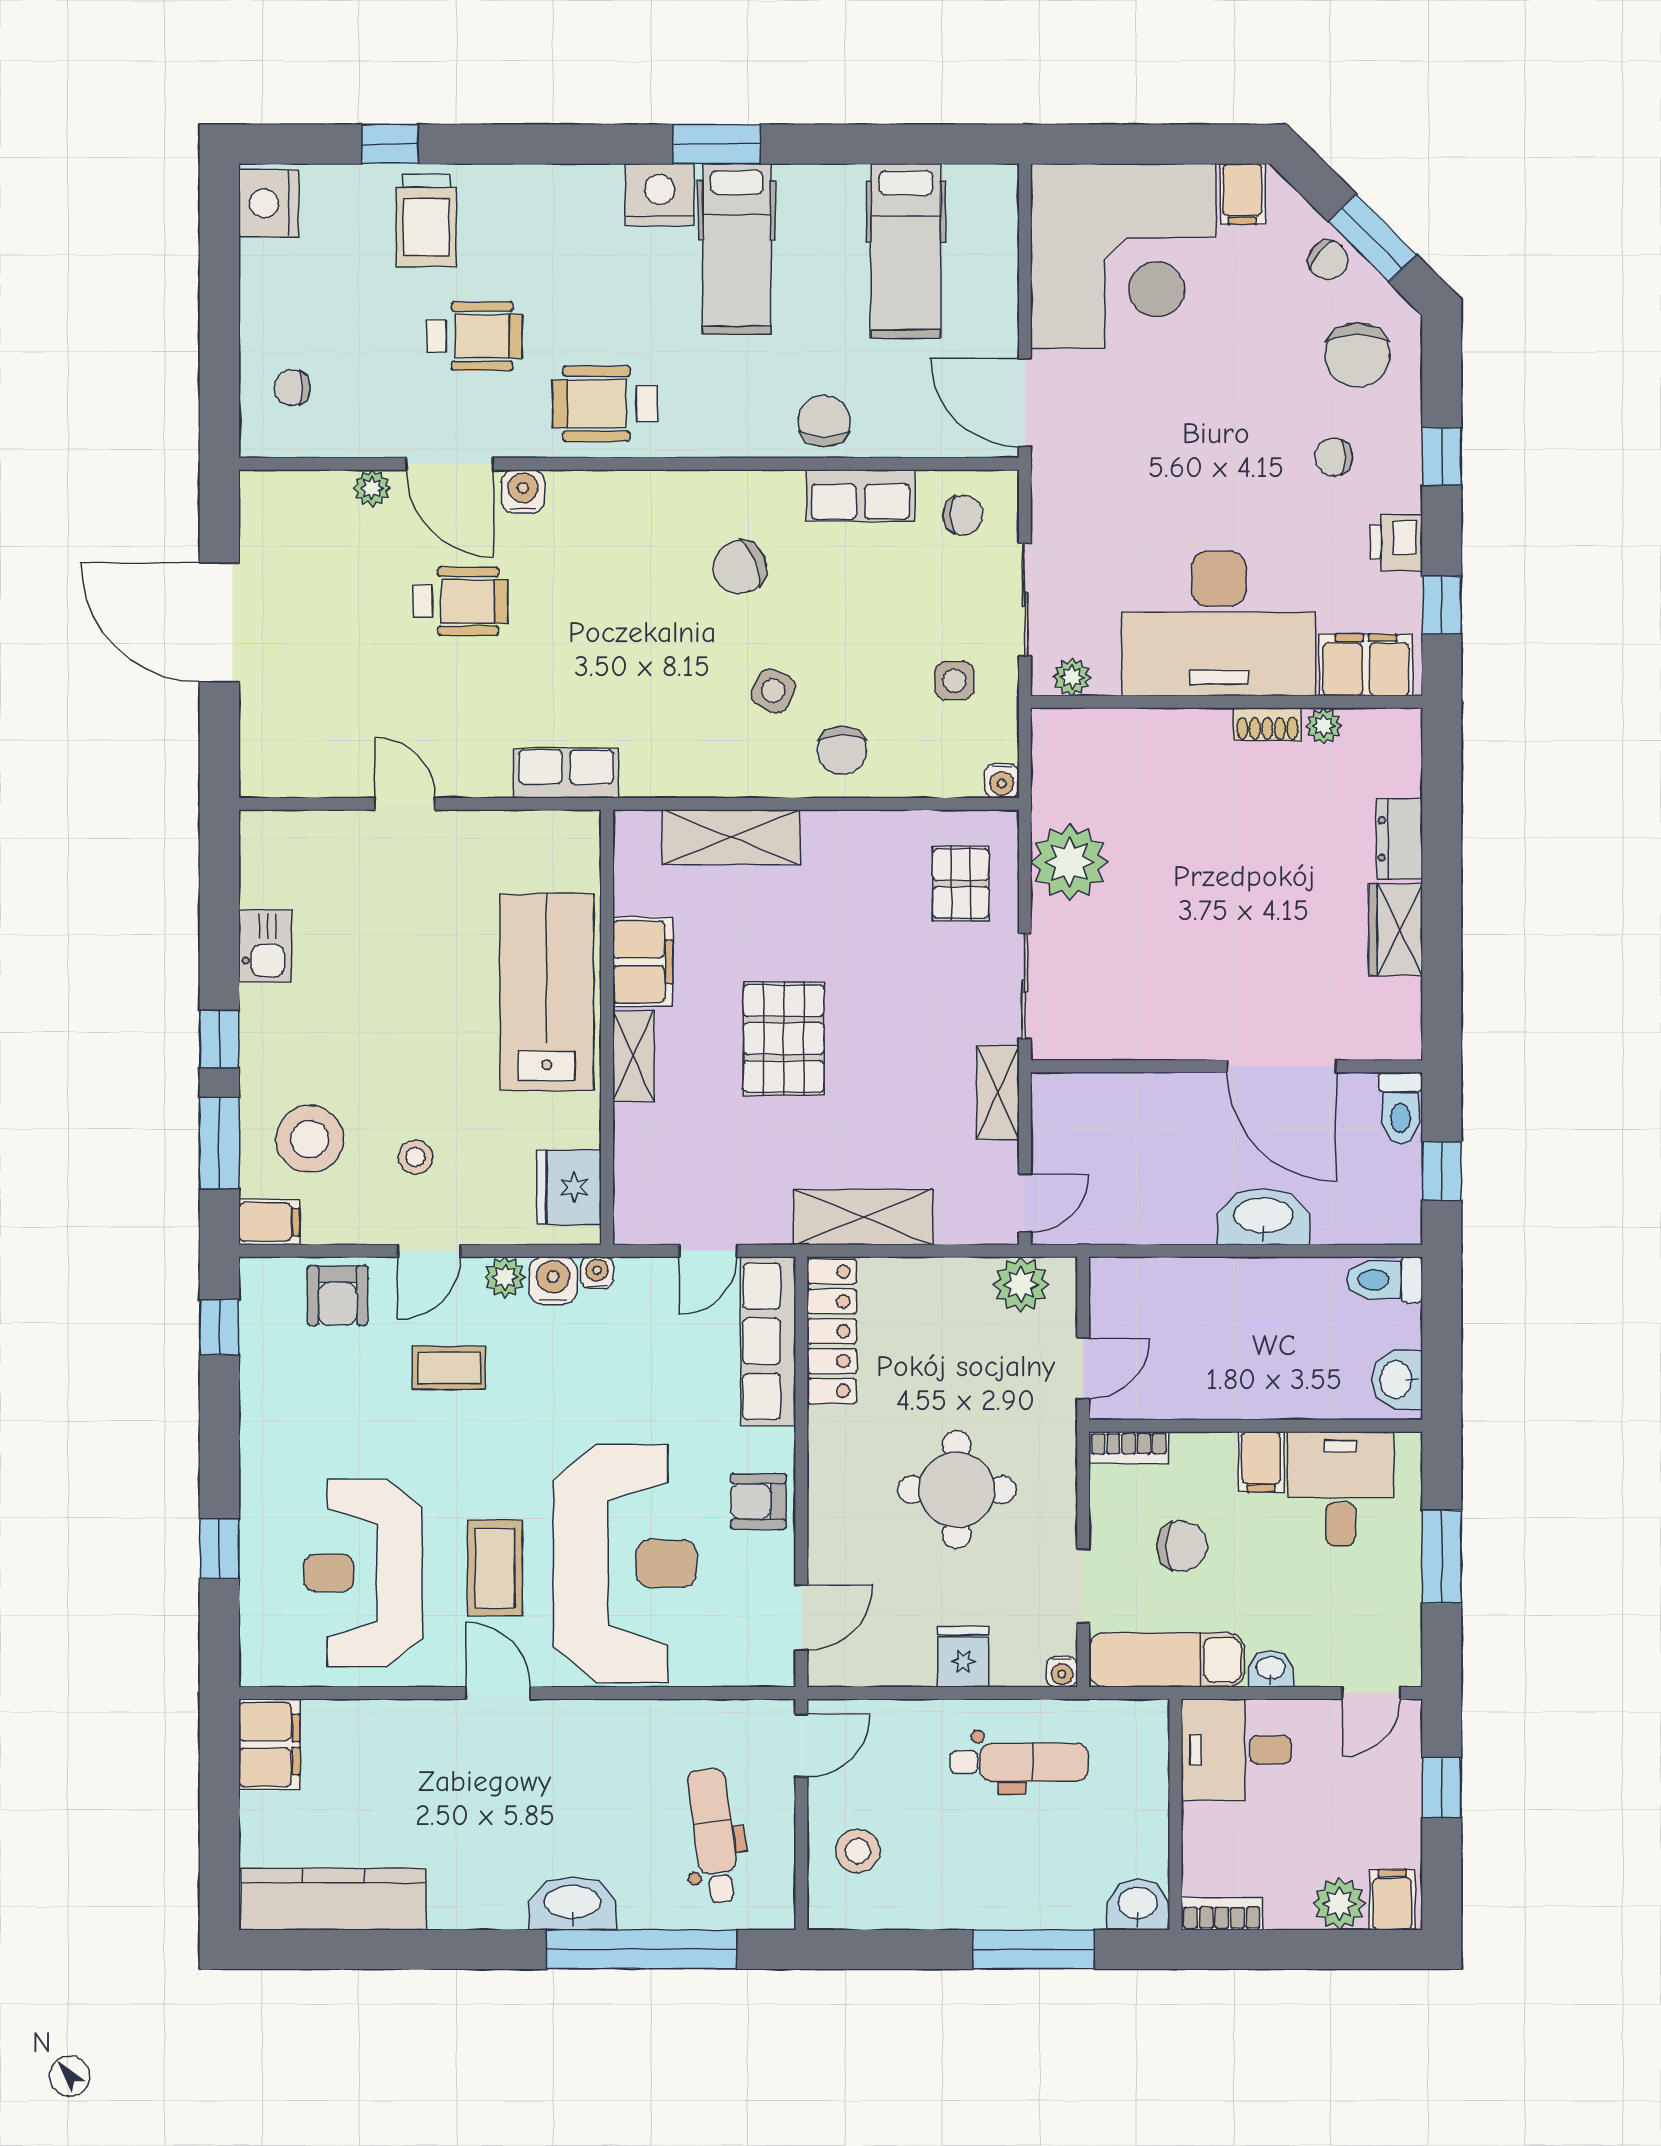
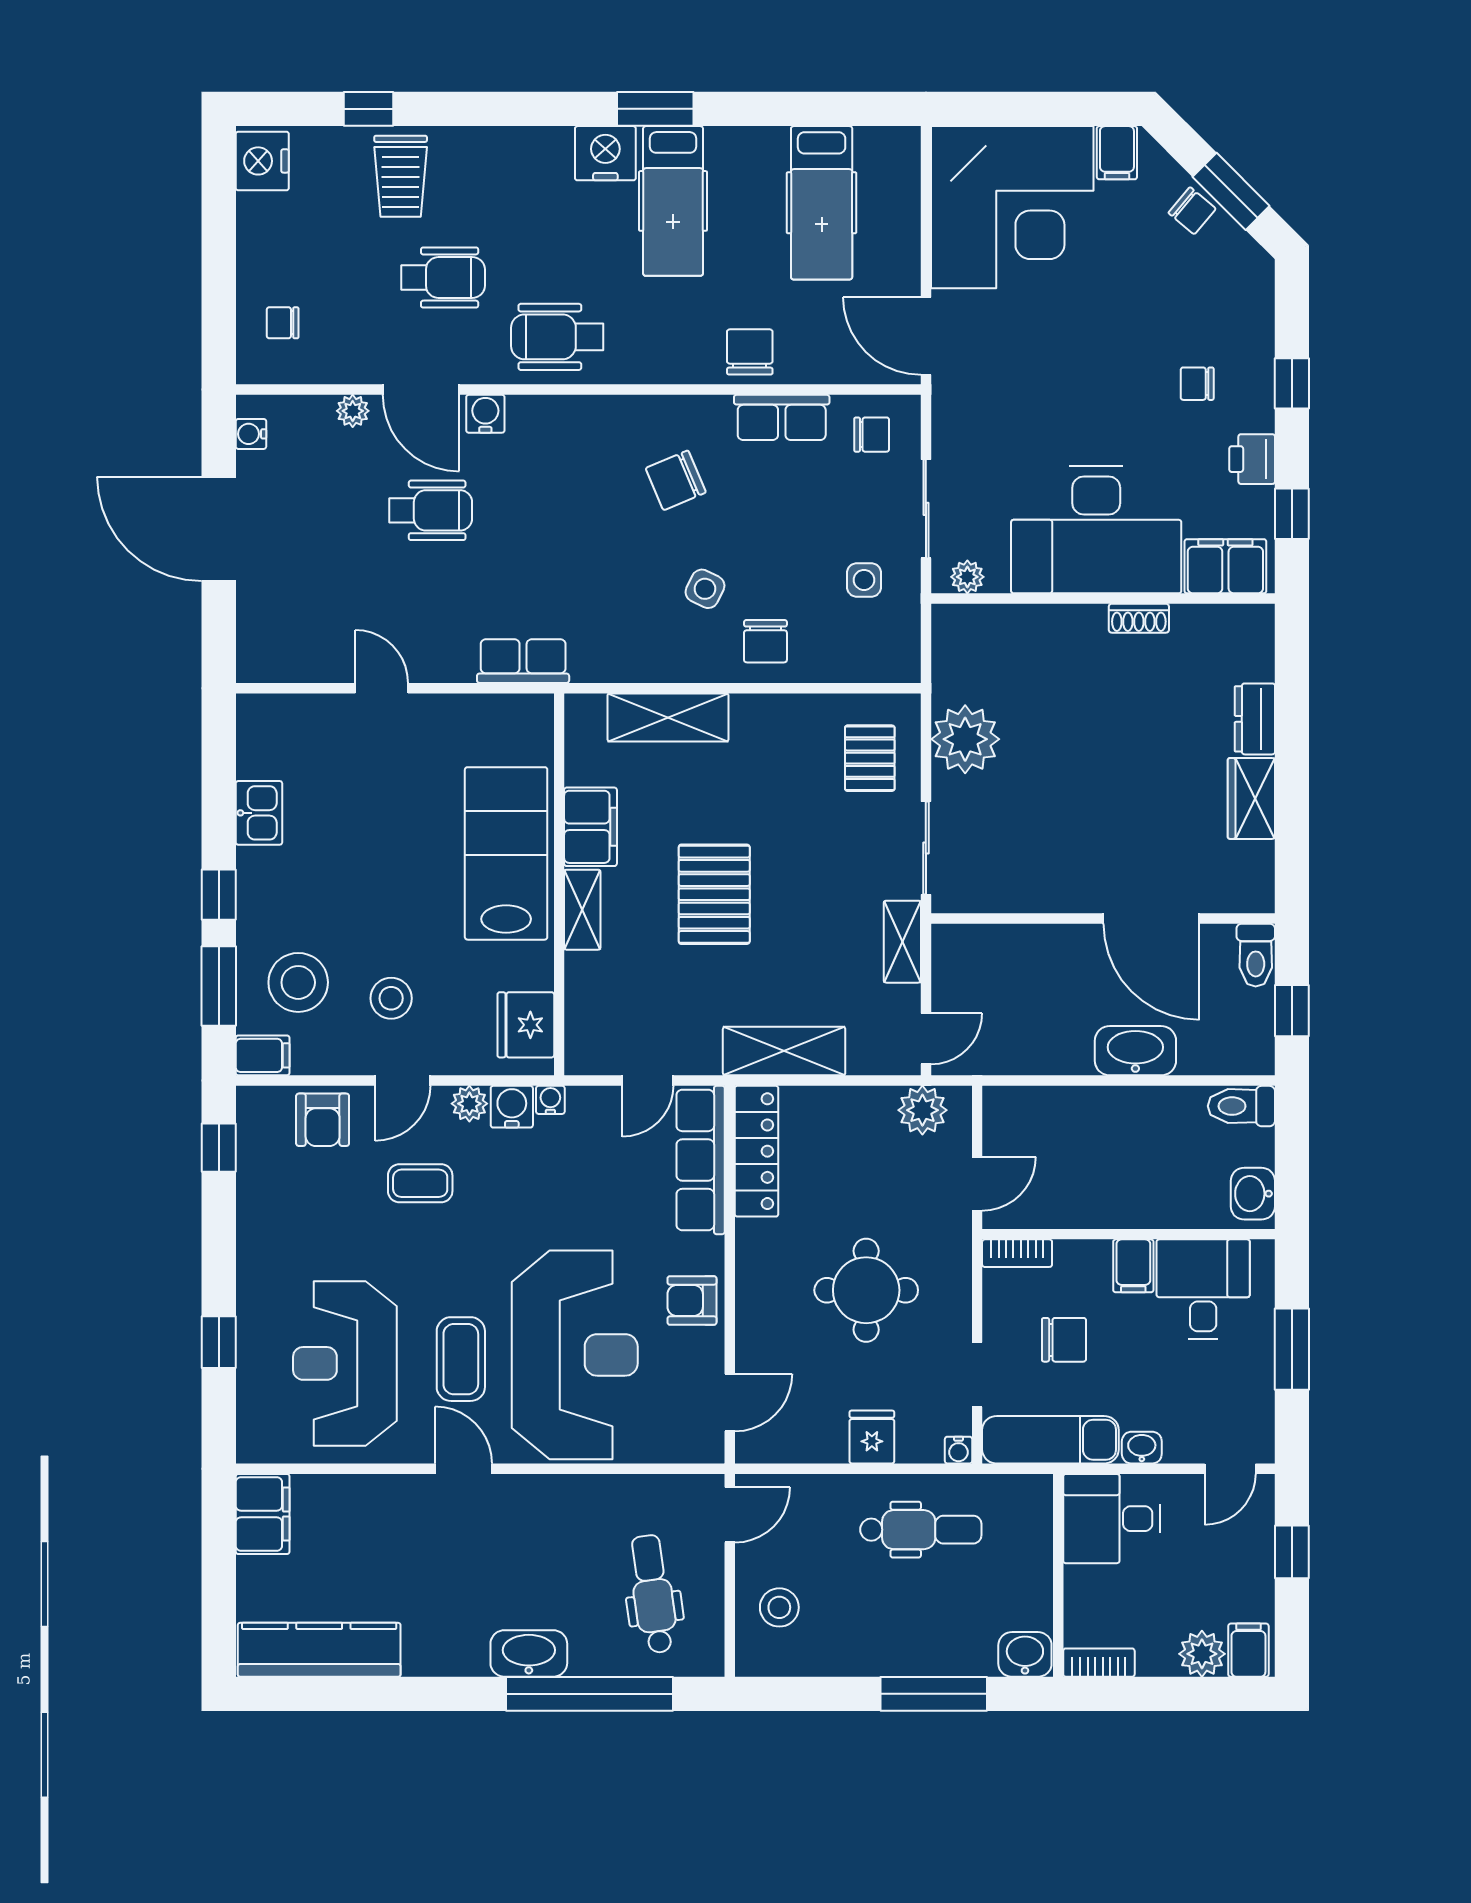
chair: (1358, 355) -> (1218, 294), removed
plant: (1324, 726) -> (1188, 620), removed
water cooler: (1002, 781) -> (251, 434), moved, turned 90
stool: (416, 1157) -> (391, 998), width x1.37, depth x1.37

